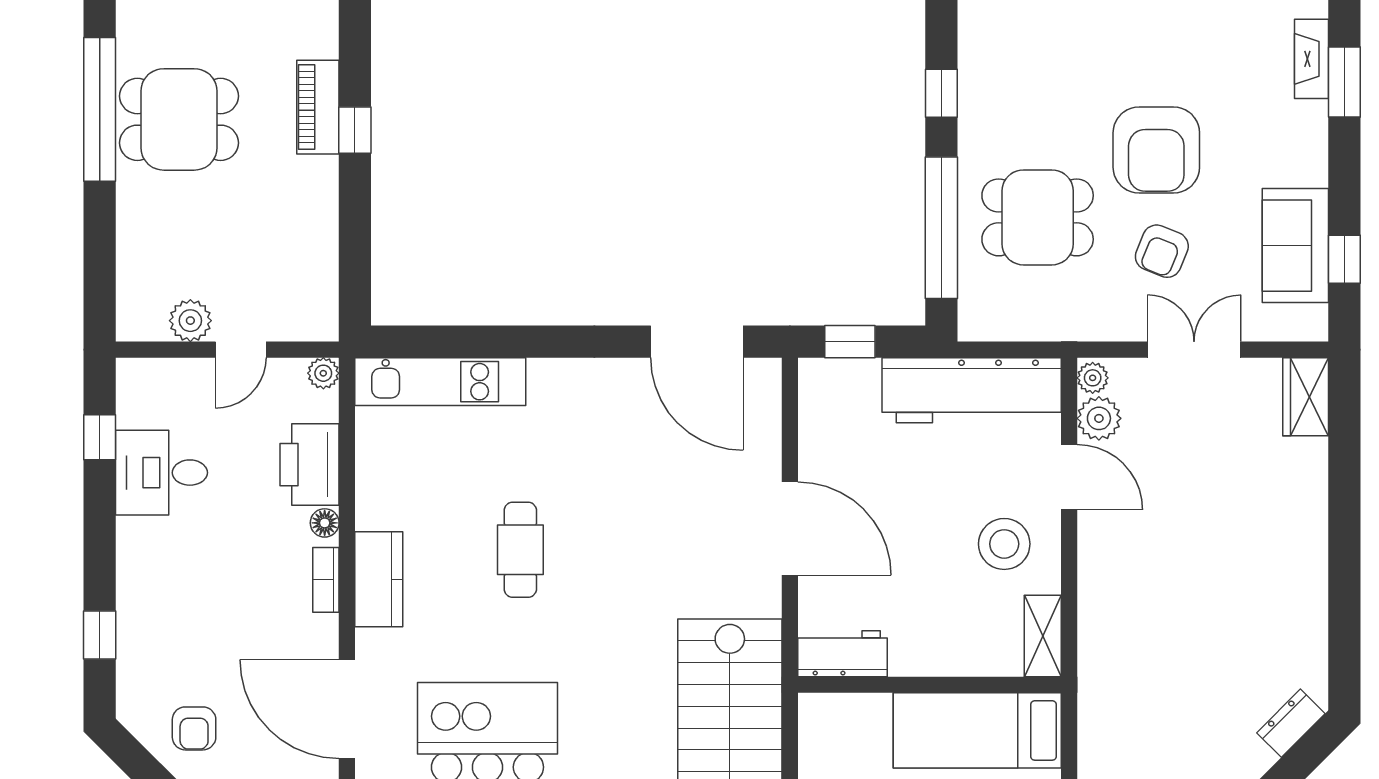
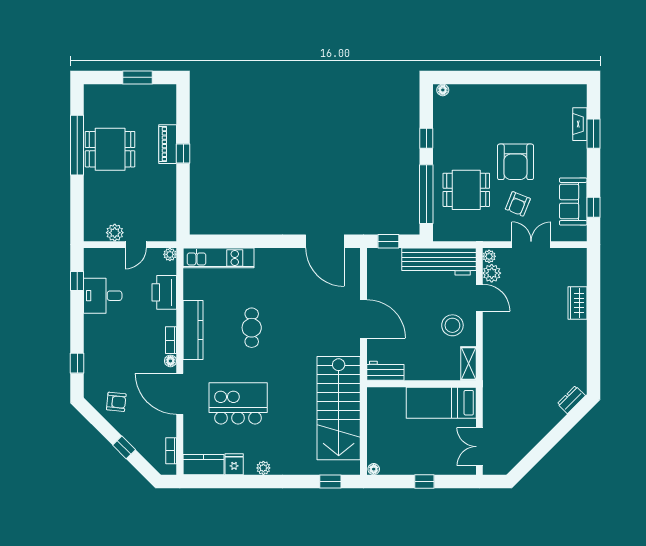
wardrobe: (1306, 397) -> (578, 303), moved
floor lamp: (325, 523) -> (170, 361), moved
kitchen counter: (379, 579) -> (193, 330), width x1.50
armchair: (194, 728) -> (116, 402), turned -84

